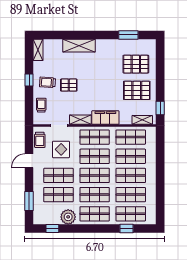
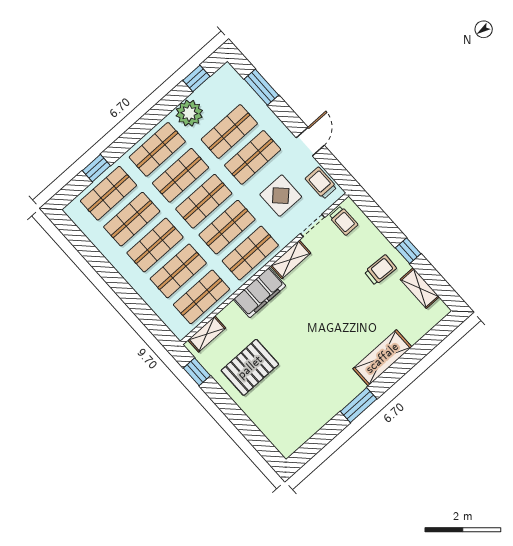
window: (128, 35) -> (359, 405), moved
shelving: (38, 50) -> (420, 288), moved
pallet: (136, 64) -> (283, 402), removed
pallet: (69, 85) -> (348, 292), removed
trolley: (41, 105) -> (344, 221), moved

